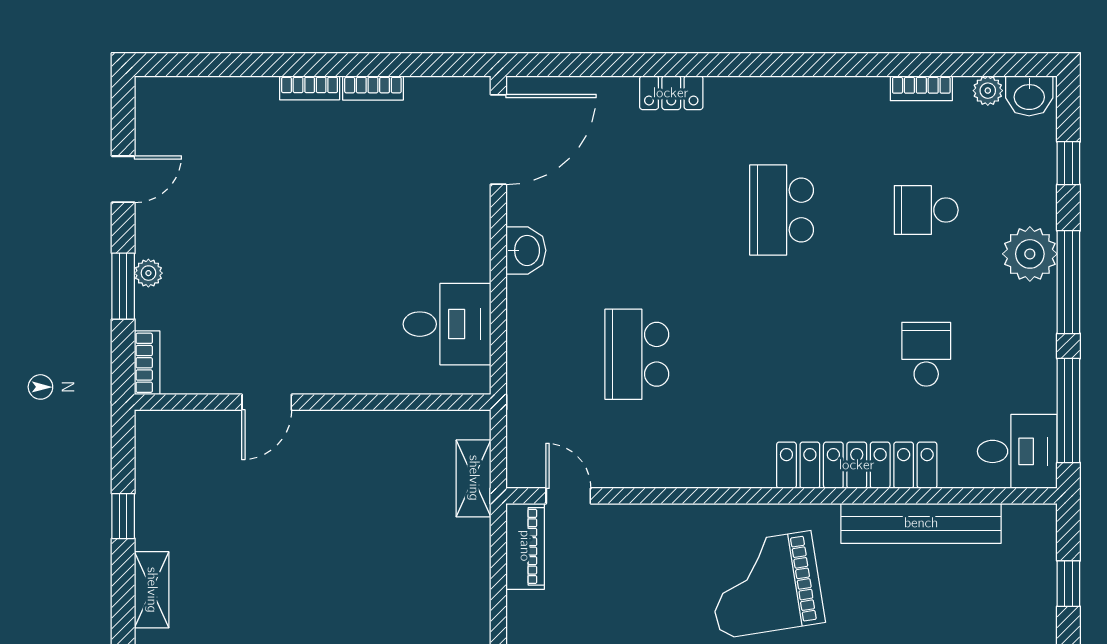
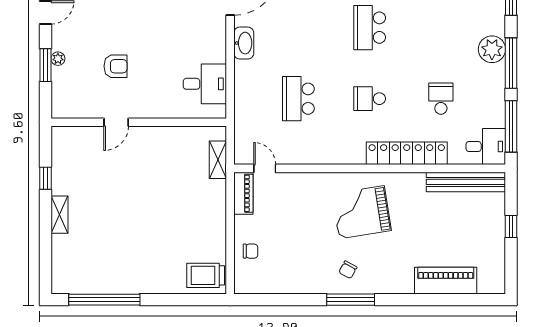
school desk: (926, 210) -> (370, 99), moved
washbasin: (526, 250) -> (244, 43), width x1.38
armchair: (265, 288) -> (115, 66), added
bookcase: (147, 363) -> (57, 103), removed
bench: (921, 523) -> (466, 182), moved
window: (1068, 584) -> (511, 226), moved

